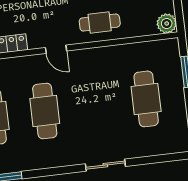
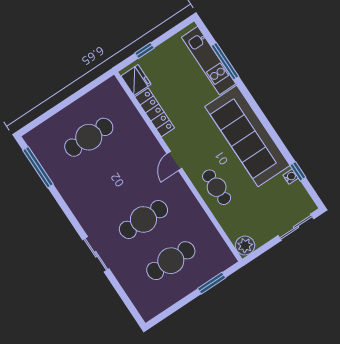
cafe table: (45, 111) -> (143, 219), moved

